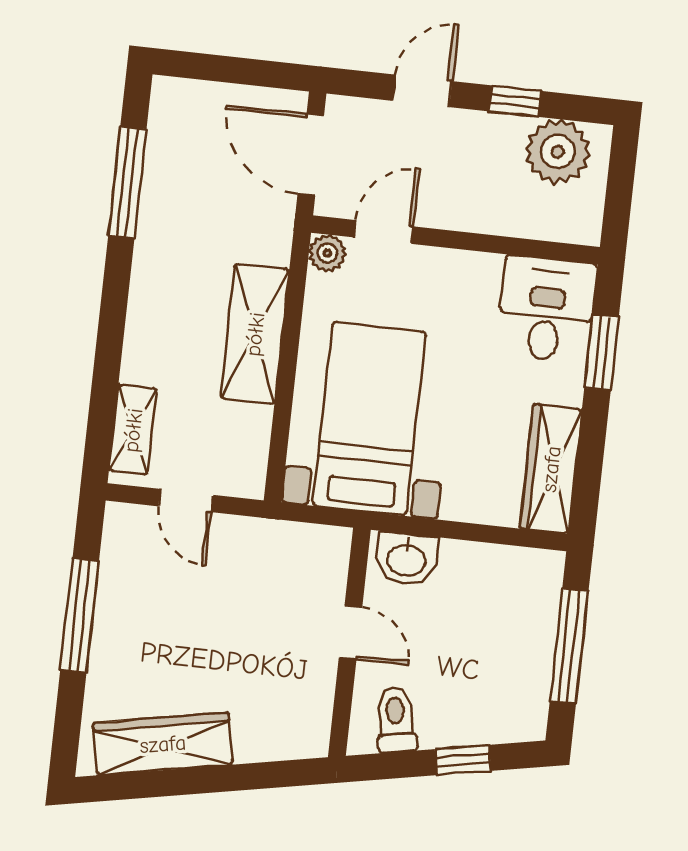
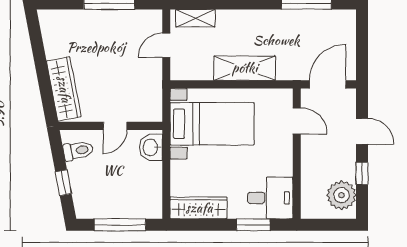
plant: (327, 253) -> (284, 97), removed
wardrobe: (163, 744) -> (64, 89), moved

